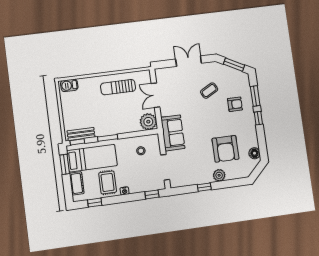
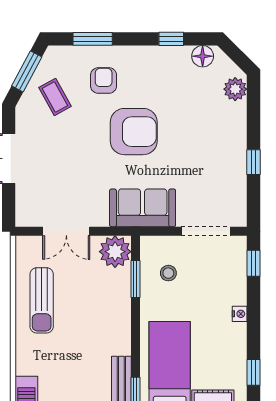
coffee table: (209, 91) -> (55, 97), moved
window: (258, 118) -> (171, 39), moved
window: (108, 138) -> (135, 279), moved
armchair: (225, 149) -> (134, 132), moved
plant: (219, 175) -> (235, 89), moved
rug: (108, 182) -> (219, 344), removed

